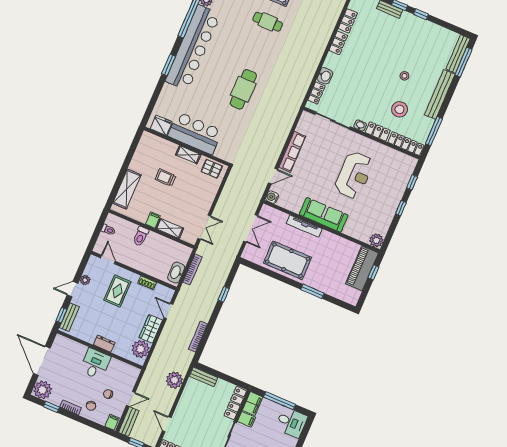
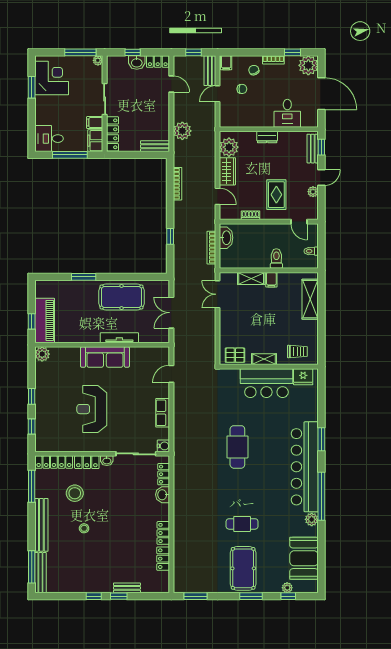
row of seats: (292, 152) -> (163, 413), width x0.68
trolley: (165, 178) -> (297, 352), moved
water cooler: (272, 197) -> (163, 446), moved
desk: (95, 364) -> (287, 113), moved

